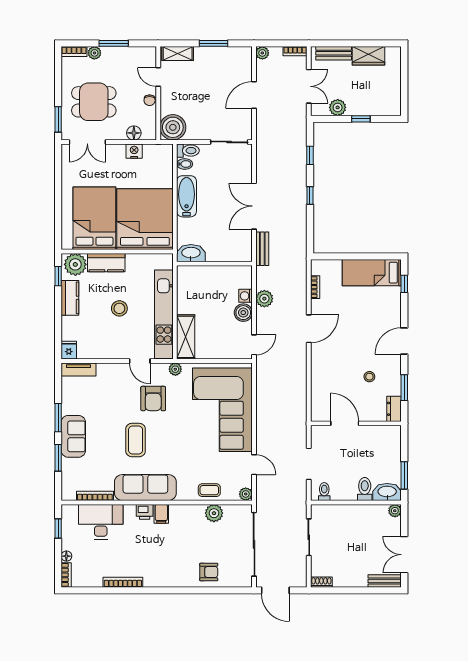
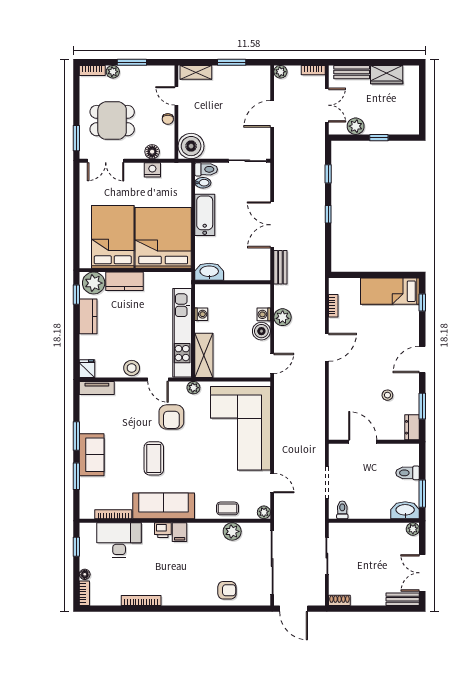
washing machine: (183, 296) -> (201, 314), added
stool: (119, 308) -> (132, 368), moved
toilet: (365, 489) -> (408, 473), moved, turned -90

